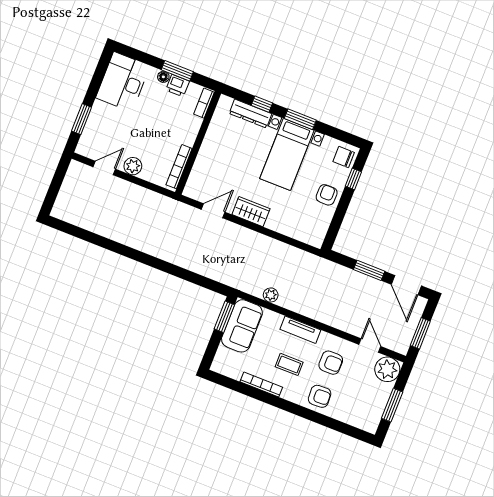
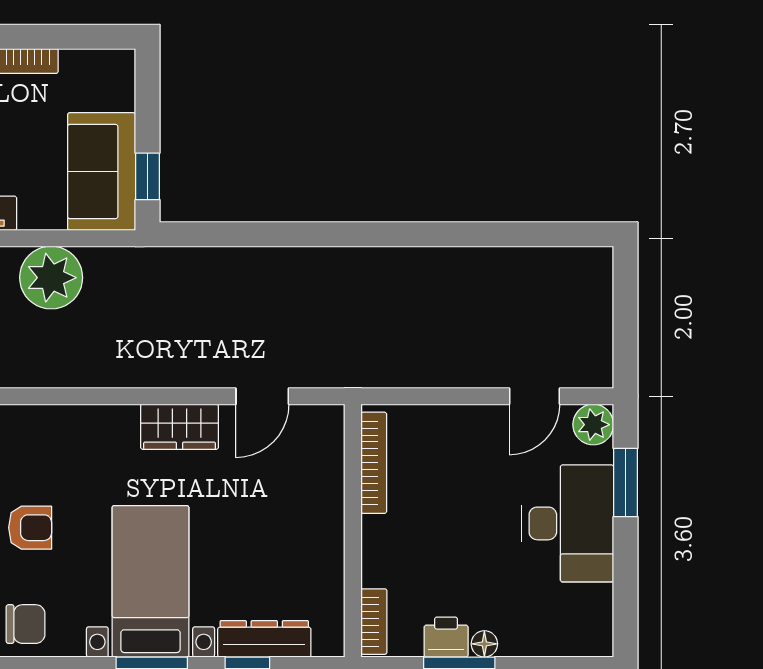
desk: (123, 82) -> (568, 523), moved
plant: (133, 166) -> (593, 425), moved
armchair: (327, 195) -> (30, 528), turned -90
plant: (271, 295) -> (51, 278), width x1.87, depth x1.87
window: (224, 317) -> (147, 176), width x0.67

